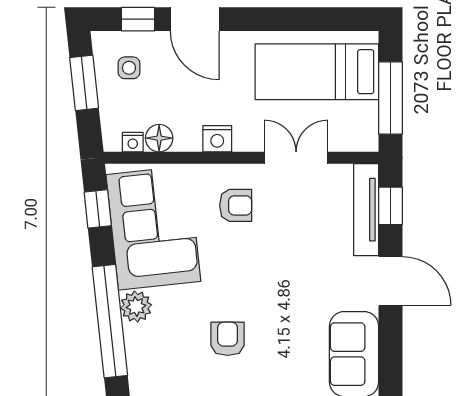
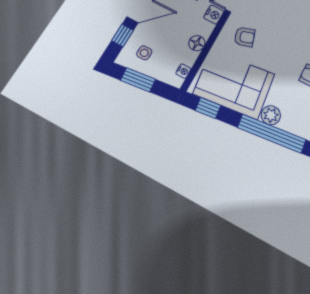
floor lamp: (159, 138) -> (197, 43), moved
nightstand: (217, 139) -> (214, 15), moved
armchair: (236, 205) -> (245, 37), turned 73

